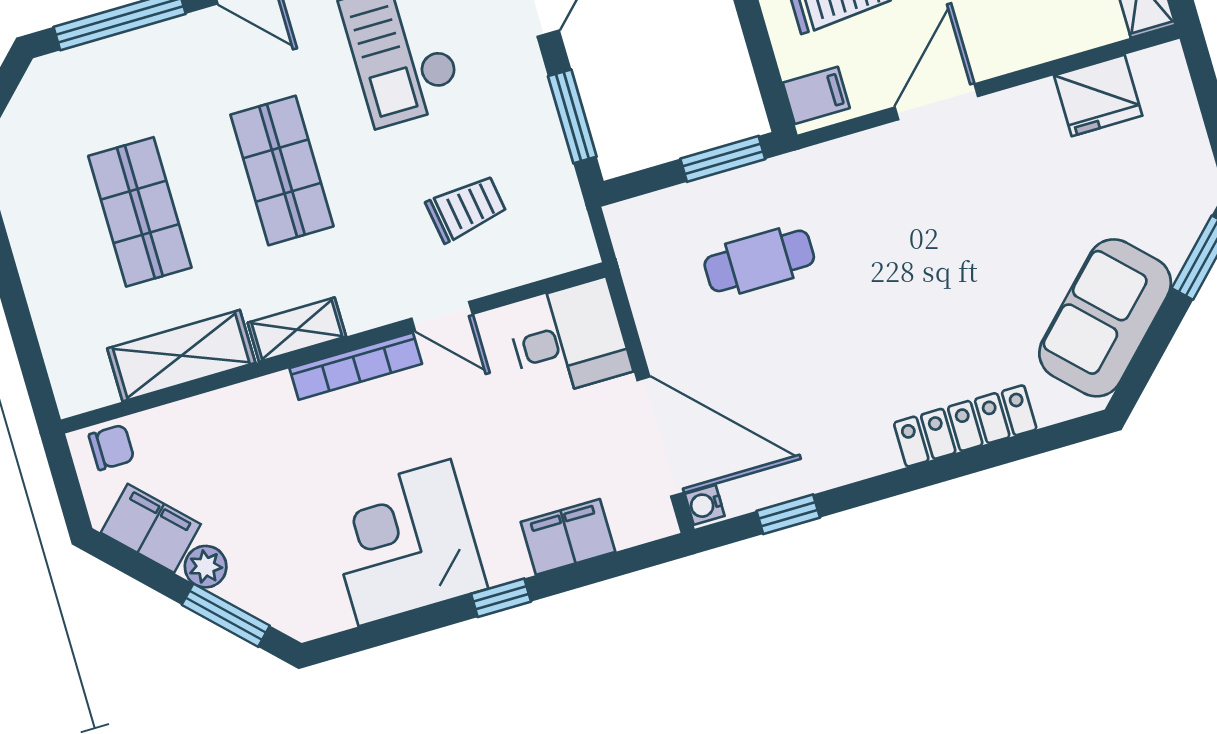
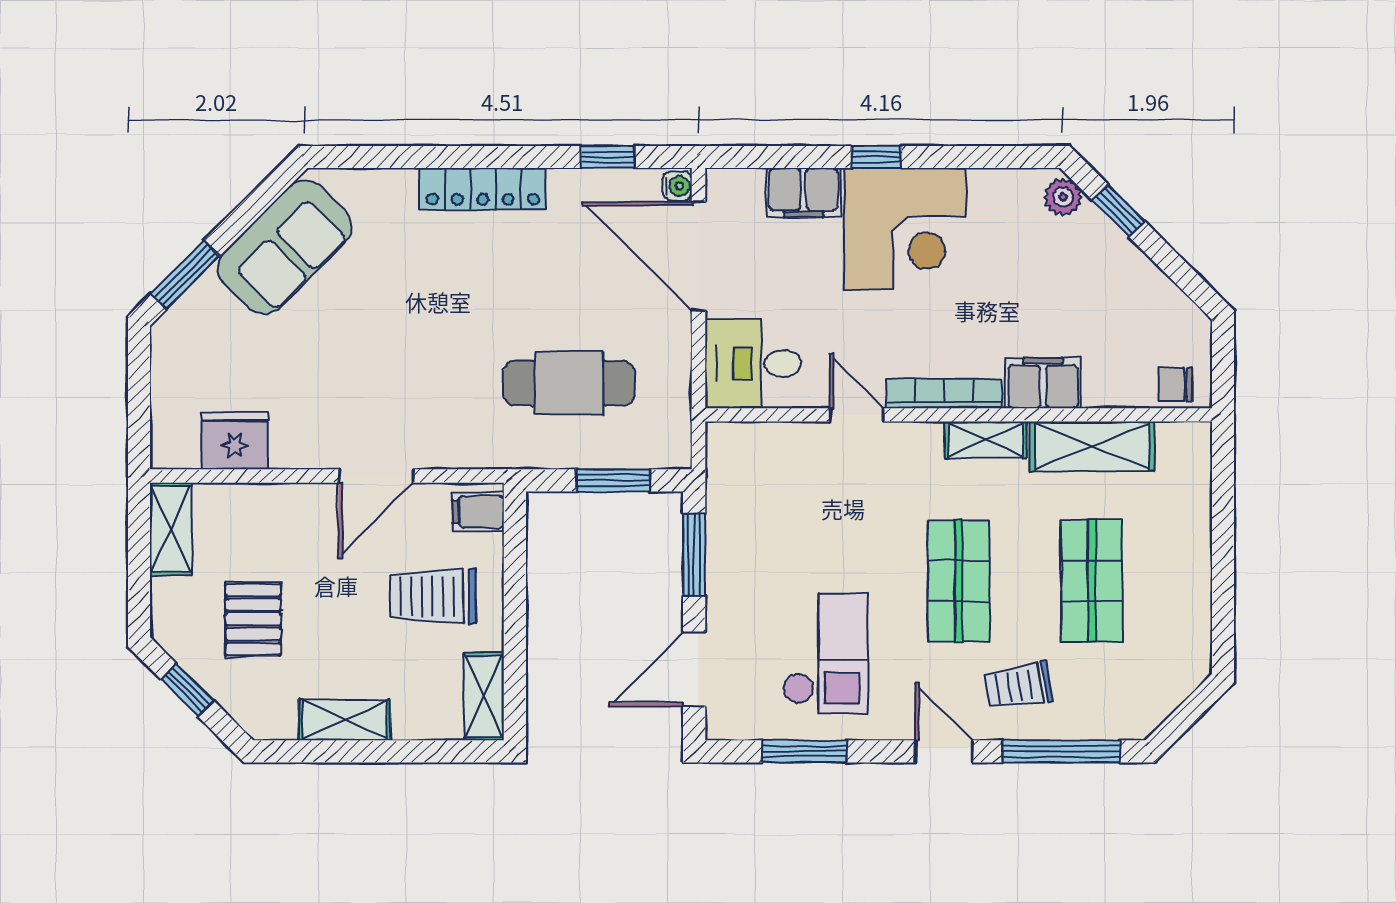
window: (723, 159) -> (613, 480), moved
trolley: (466, 208) -> (1018, 686), moved
cafe table: (759, 261) -> (569, 383), width x1.37, depth x1.35
locker: (965, 426) -> (483, 189), moved
filing cabinet: (151, 528) -> (1043, 383), moved, turned 135
corner desk: (405, 543) -> (905, 229), moved
plant: (206, 567) -> (1063, 197), moved
window: (226, 615) -> (1119, 211), width x0.67

